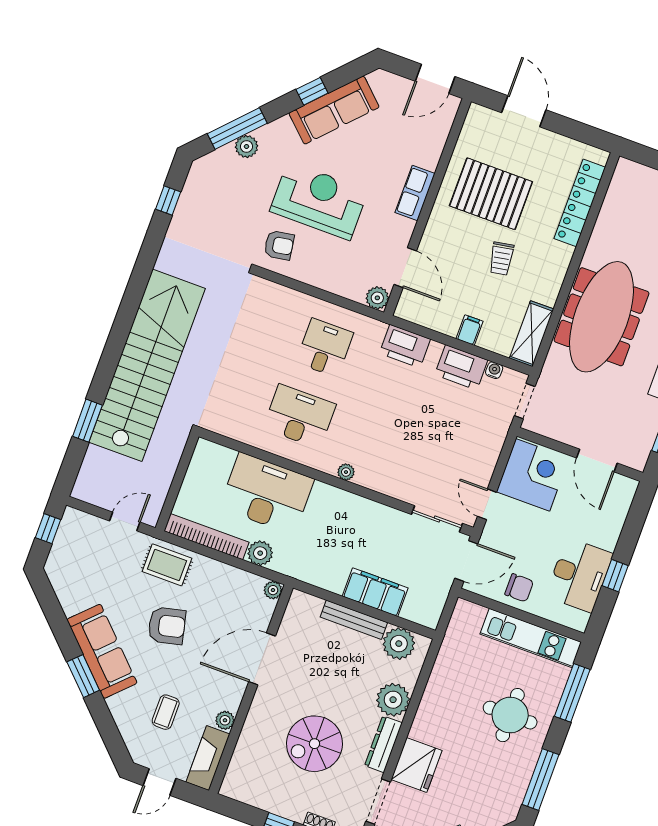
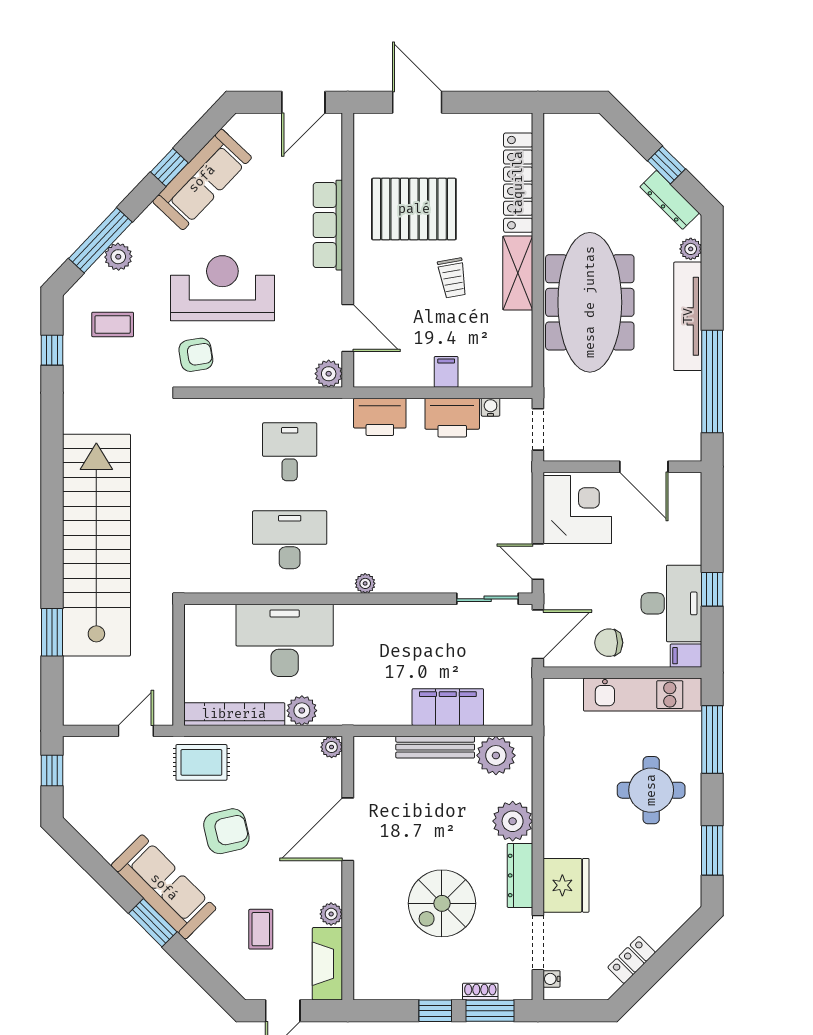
row of seats: (415, 193) -> (328, 225), width x1.48
coffee table: (223, 198) -> (113, 324), added
shelving: (532, 334) -> (518, 273), moved
chair: (519, 588) -> (609, 643), turned 180
filing cabinet: (576, 620) -> (686, 656), added
window: (540, 780) -> (712, 850), width x0.69

